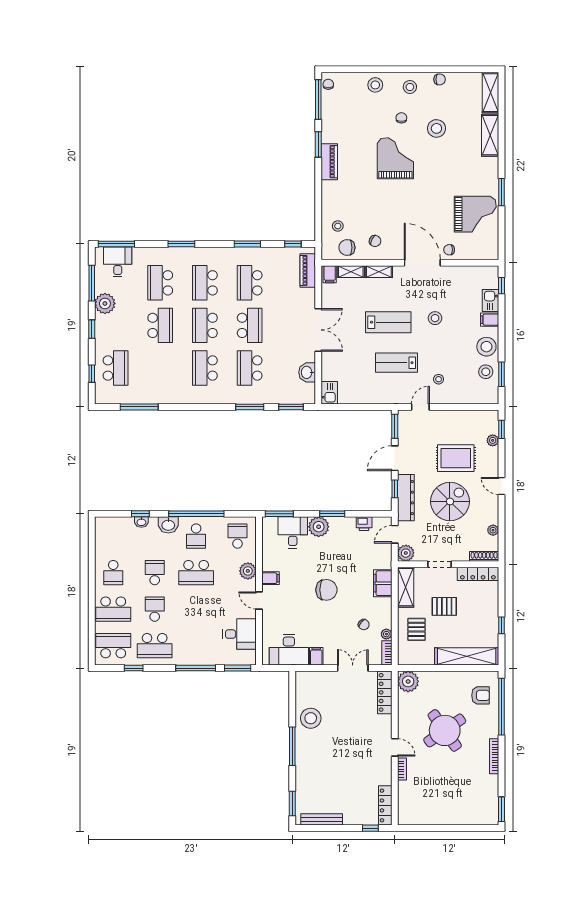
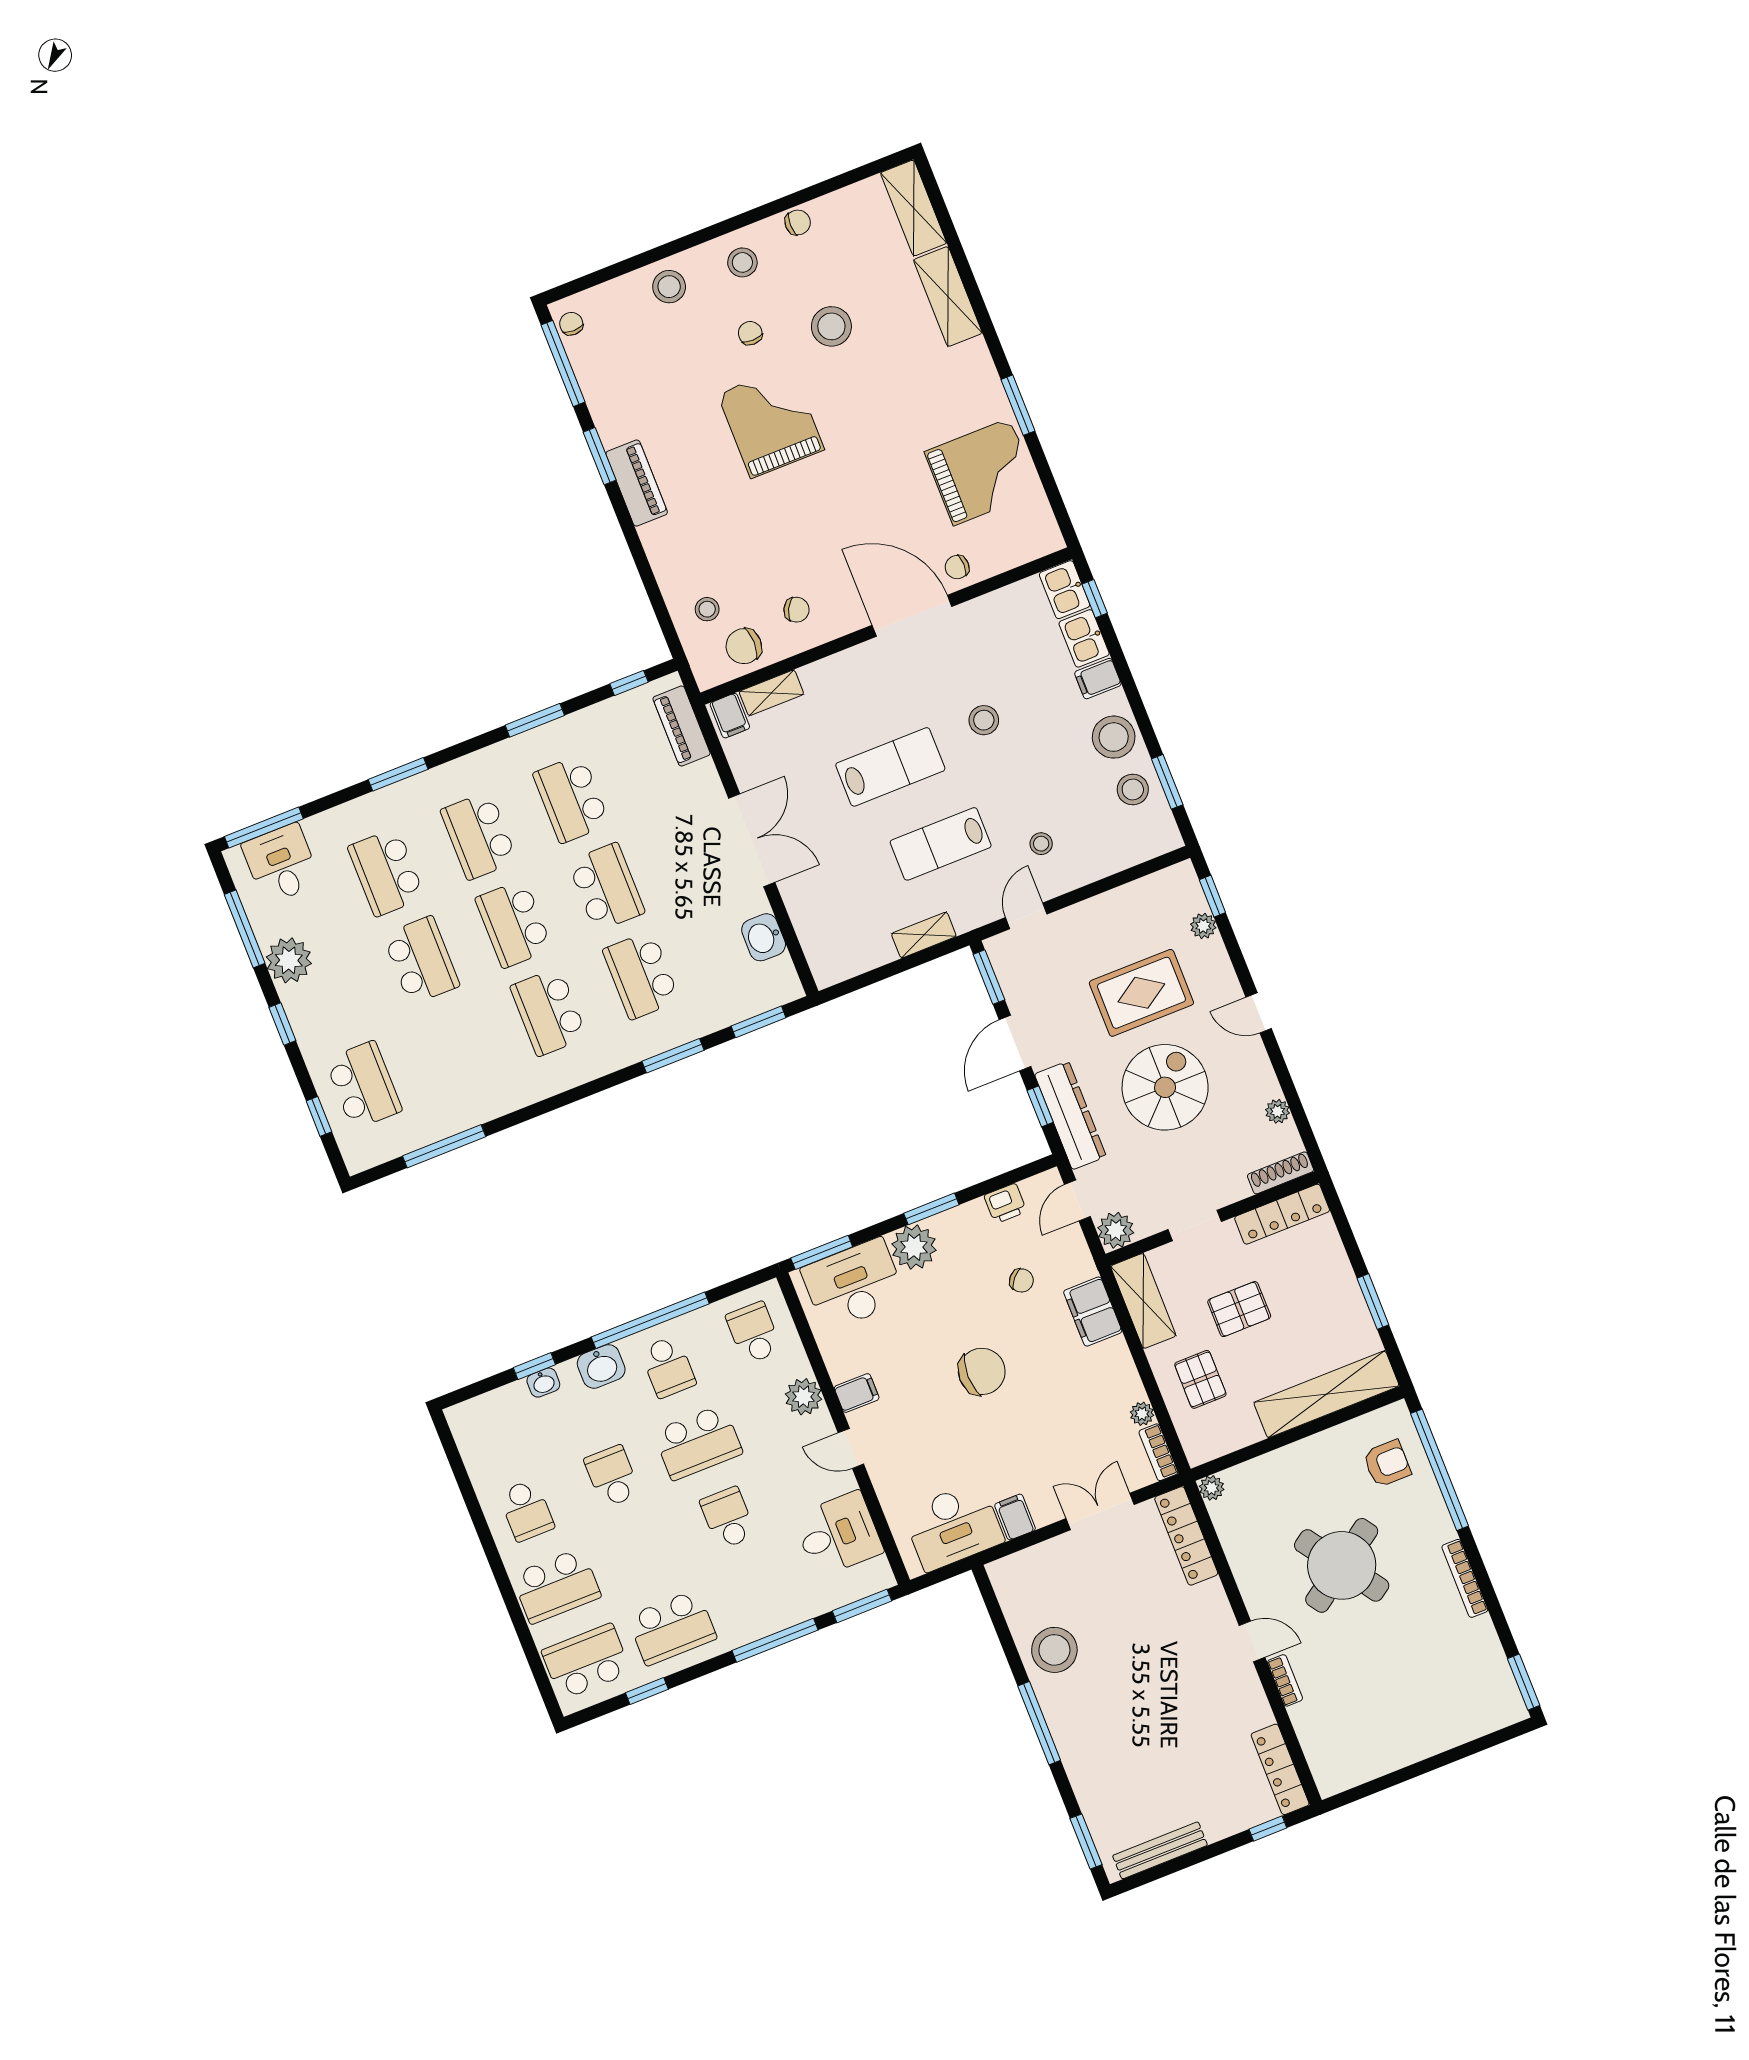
shelving: (379, 272) -> (924, 935), moved
kitchen sink: (329, 393) -> (1065, 590), moved, turned 180
desk: (293, 532) -> (853, 1285), width x1.37
school desk: (155, 609) -> (728, 1518), moved
chair: (364, 625) -> (1021, 1280), moved
window: (501, 625) -> (1373, 1302), width x1.50
plant: (408, 681) -> (1212, 1488), width x0.53, depth x0.53

